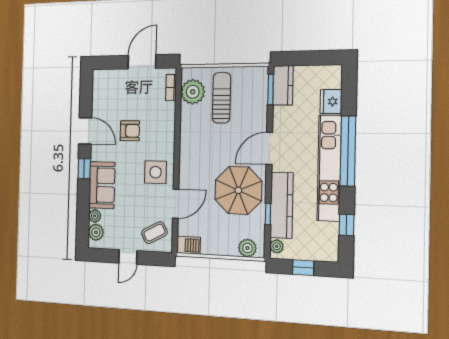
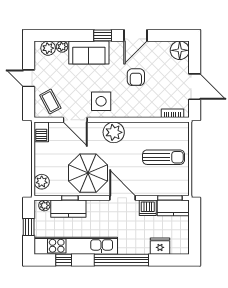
floor lamp: (102, 80) -> (180, 50), added
plant: (193, 92) -> (114, 132), moved
dishwasher: (282, 117) -> (148, 208), added
kitchen unit: (329, 168) -> (76, 246), moved
kitchen counter: (282, 205) -> (68, 209), width x0.67

